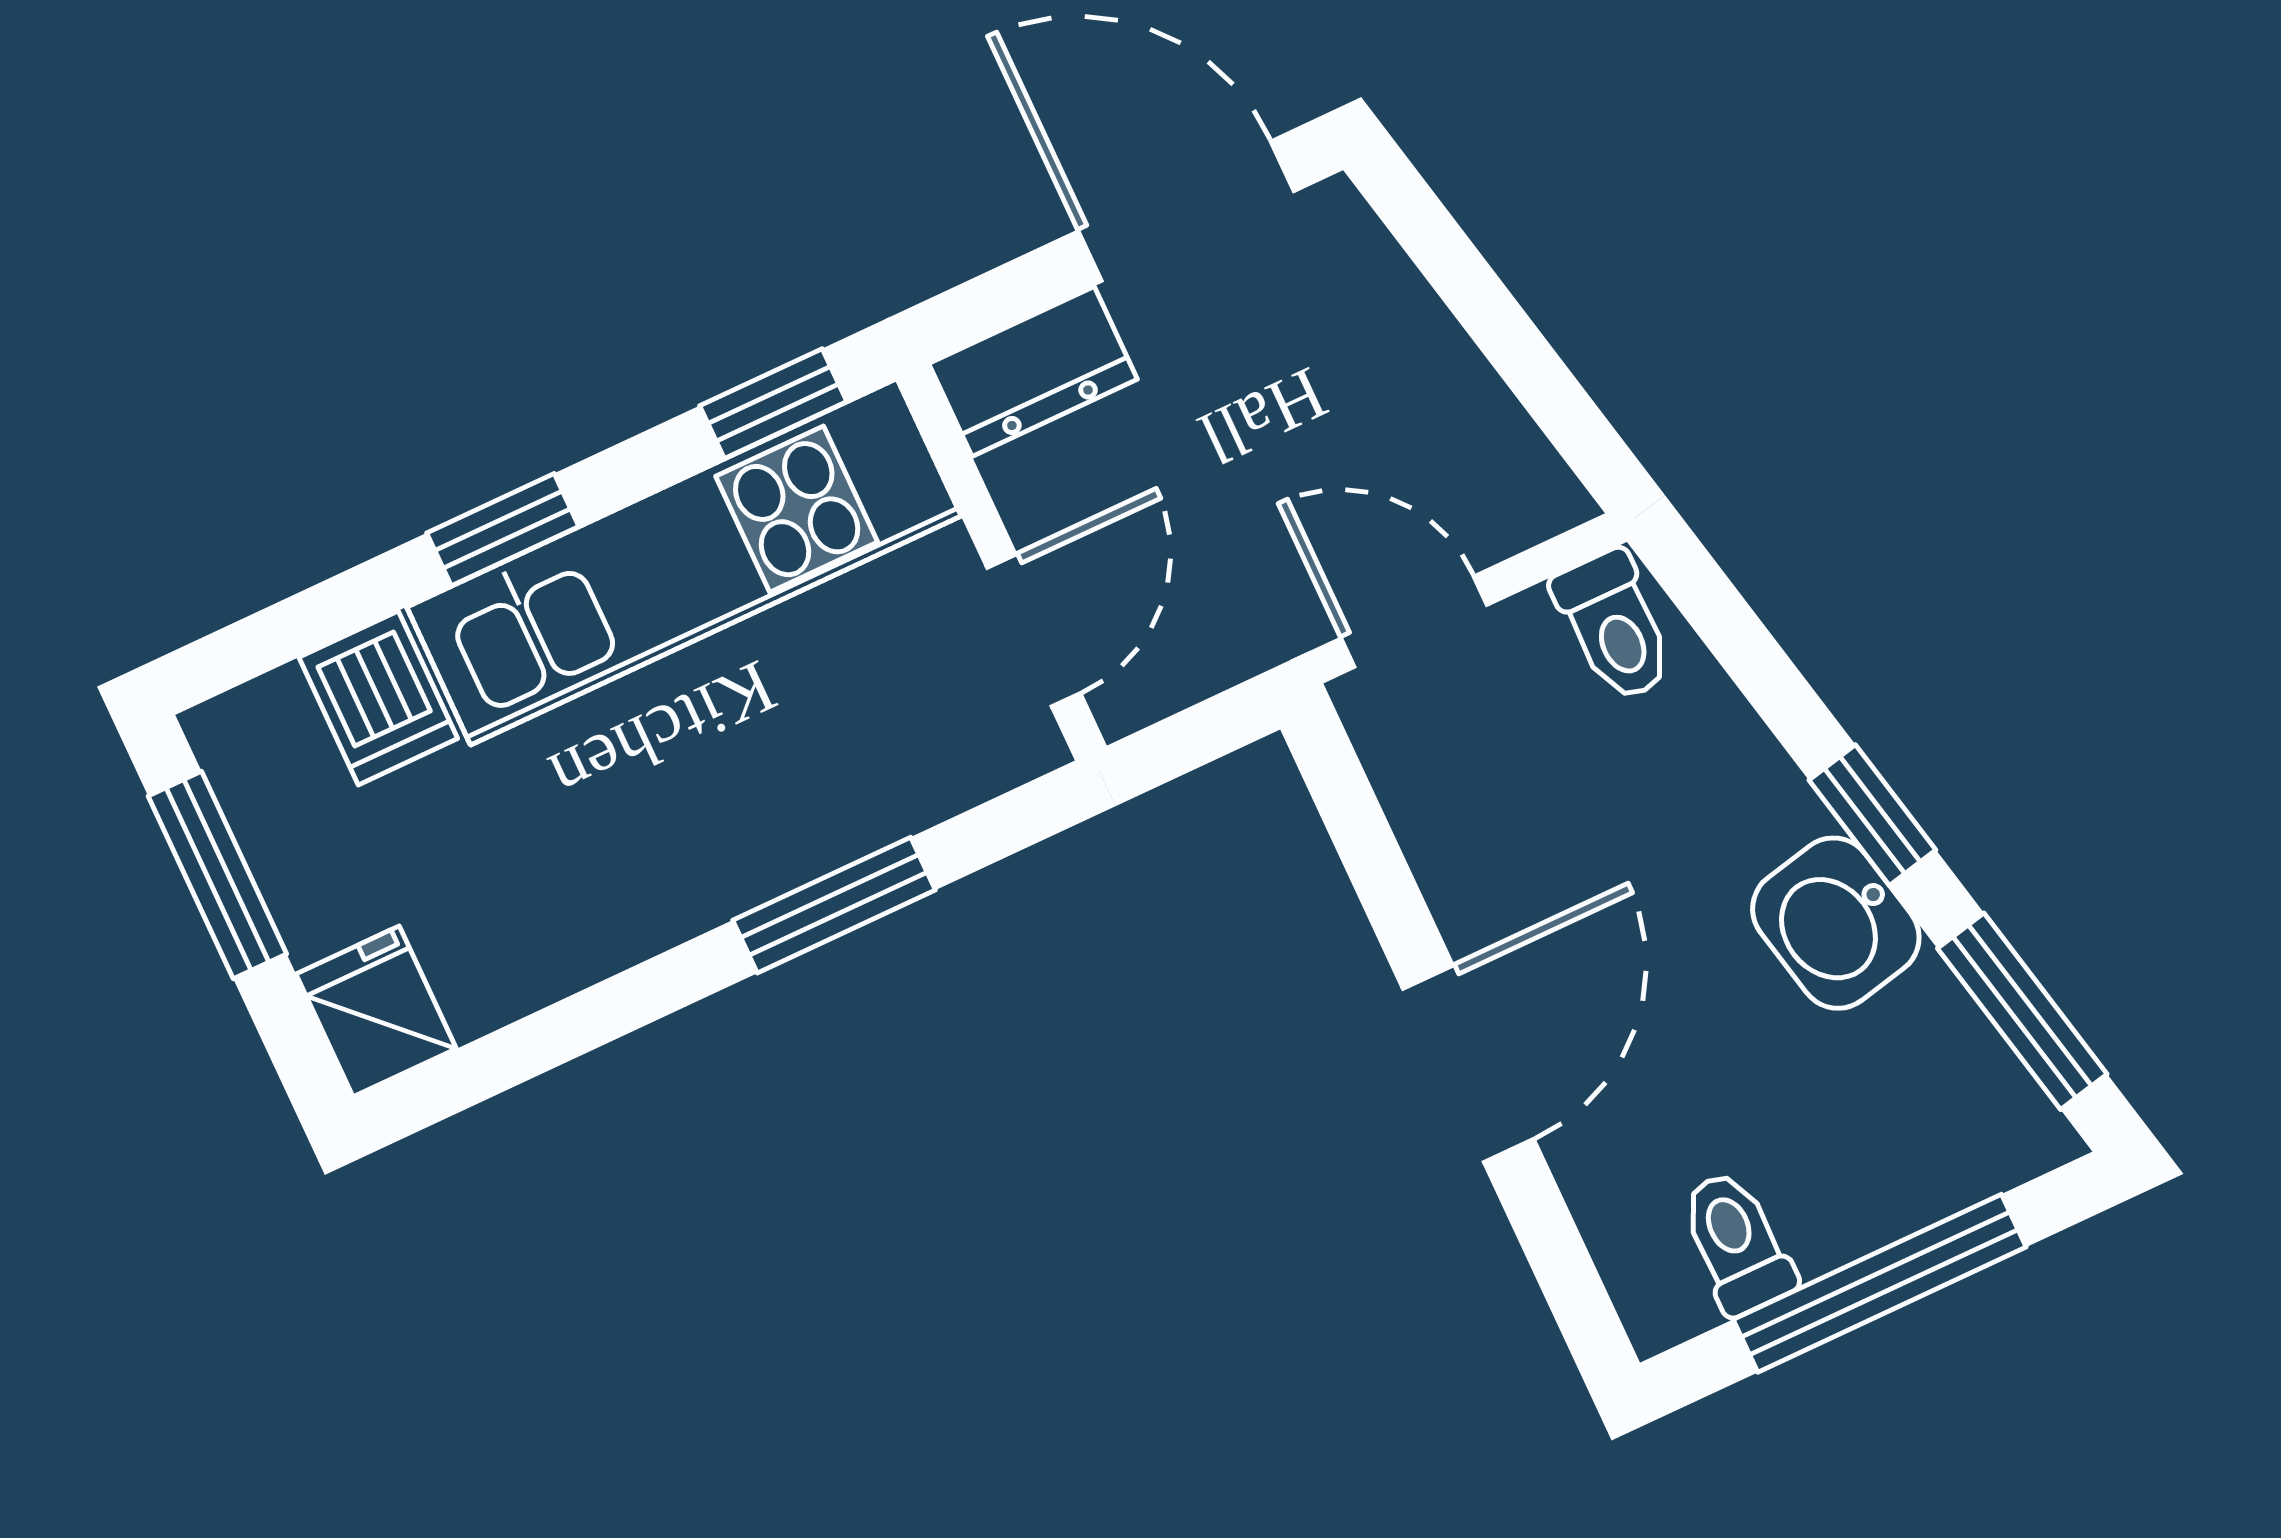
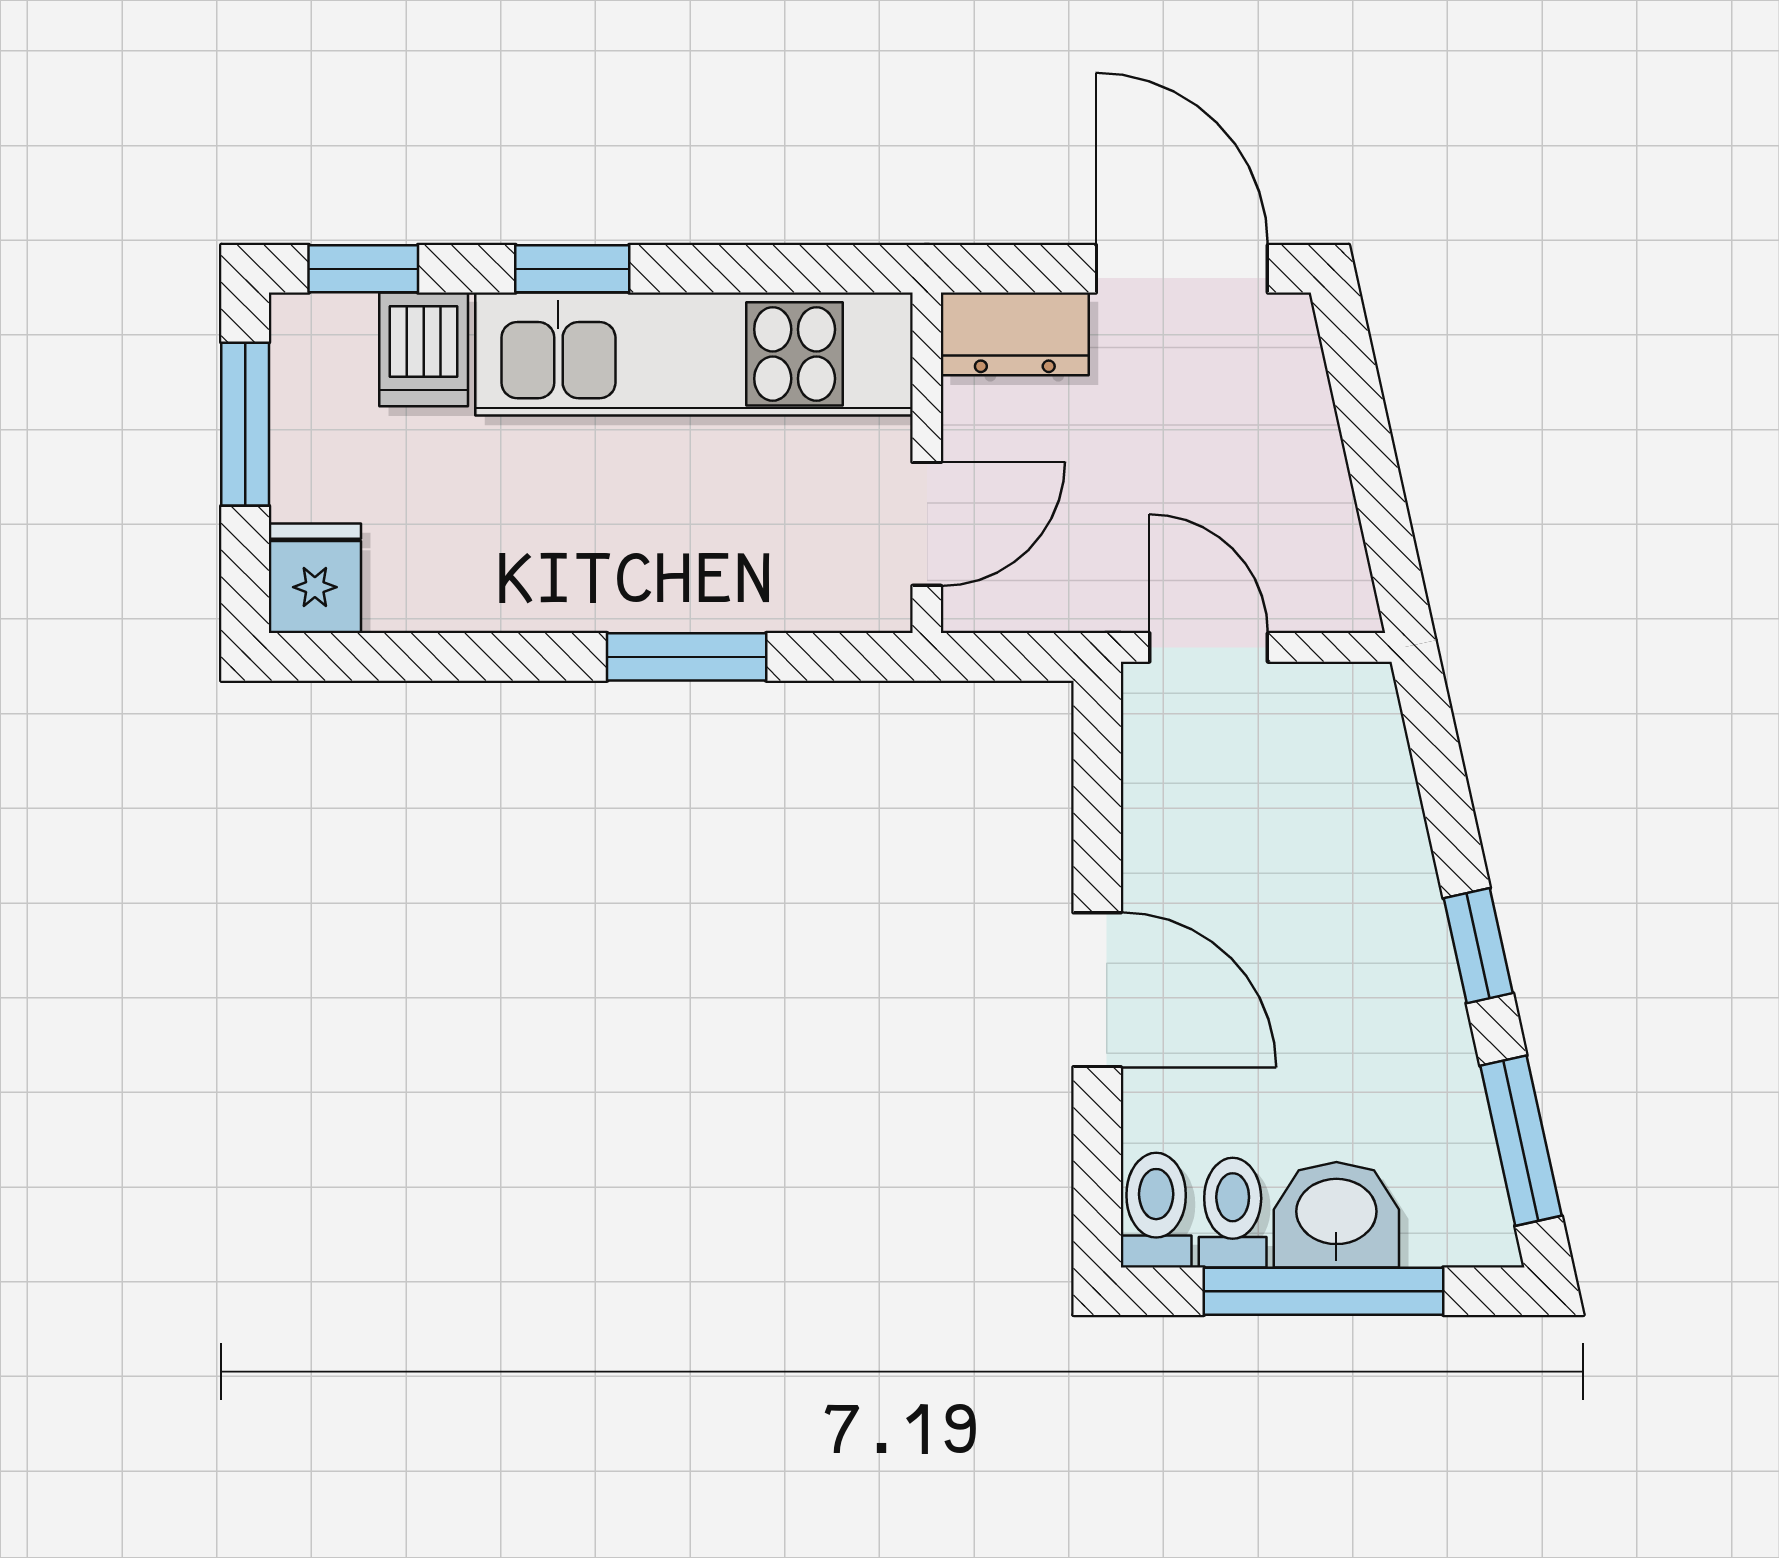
window: (773, 404) -> (363, 269), moved
toilet: (1614, 626) -> (1156, 1210), moved, turned 180
washbasin: (1836, 923) -> (1336, 1215), moved, turned 102
door: (1468, 1064) -> (1097, 990), hinge flipped

